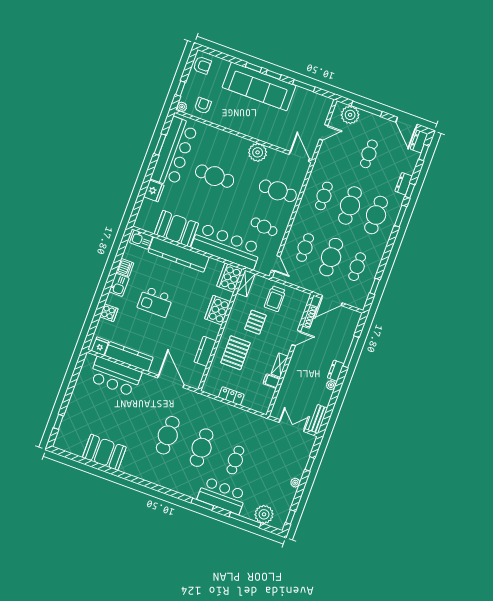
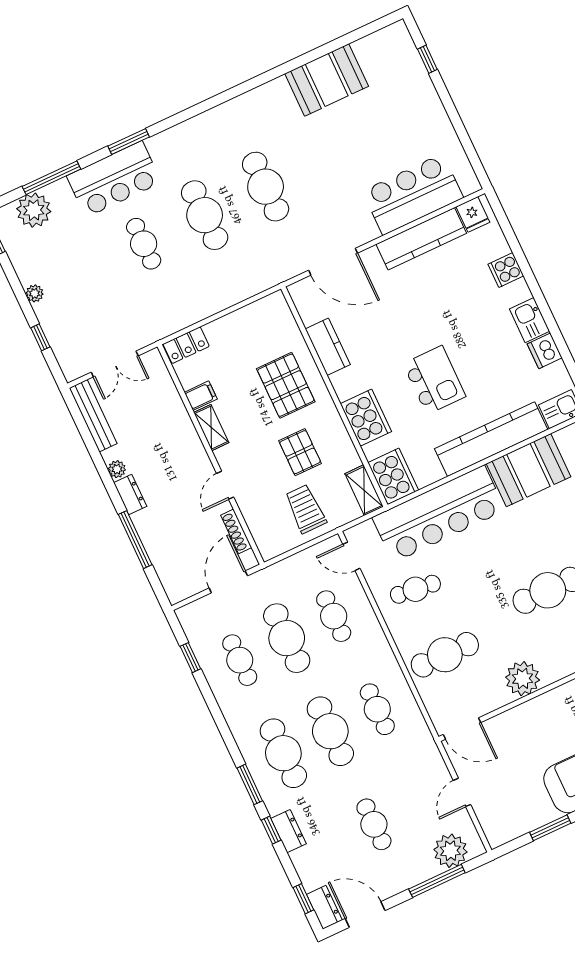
kitchen island: (155, 302) -> (434, 380), moved, turned 90
locker: (231, 396) -> (186, 345), moved
bench: (318, 419) -> (93, 416), width x1.36

